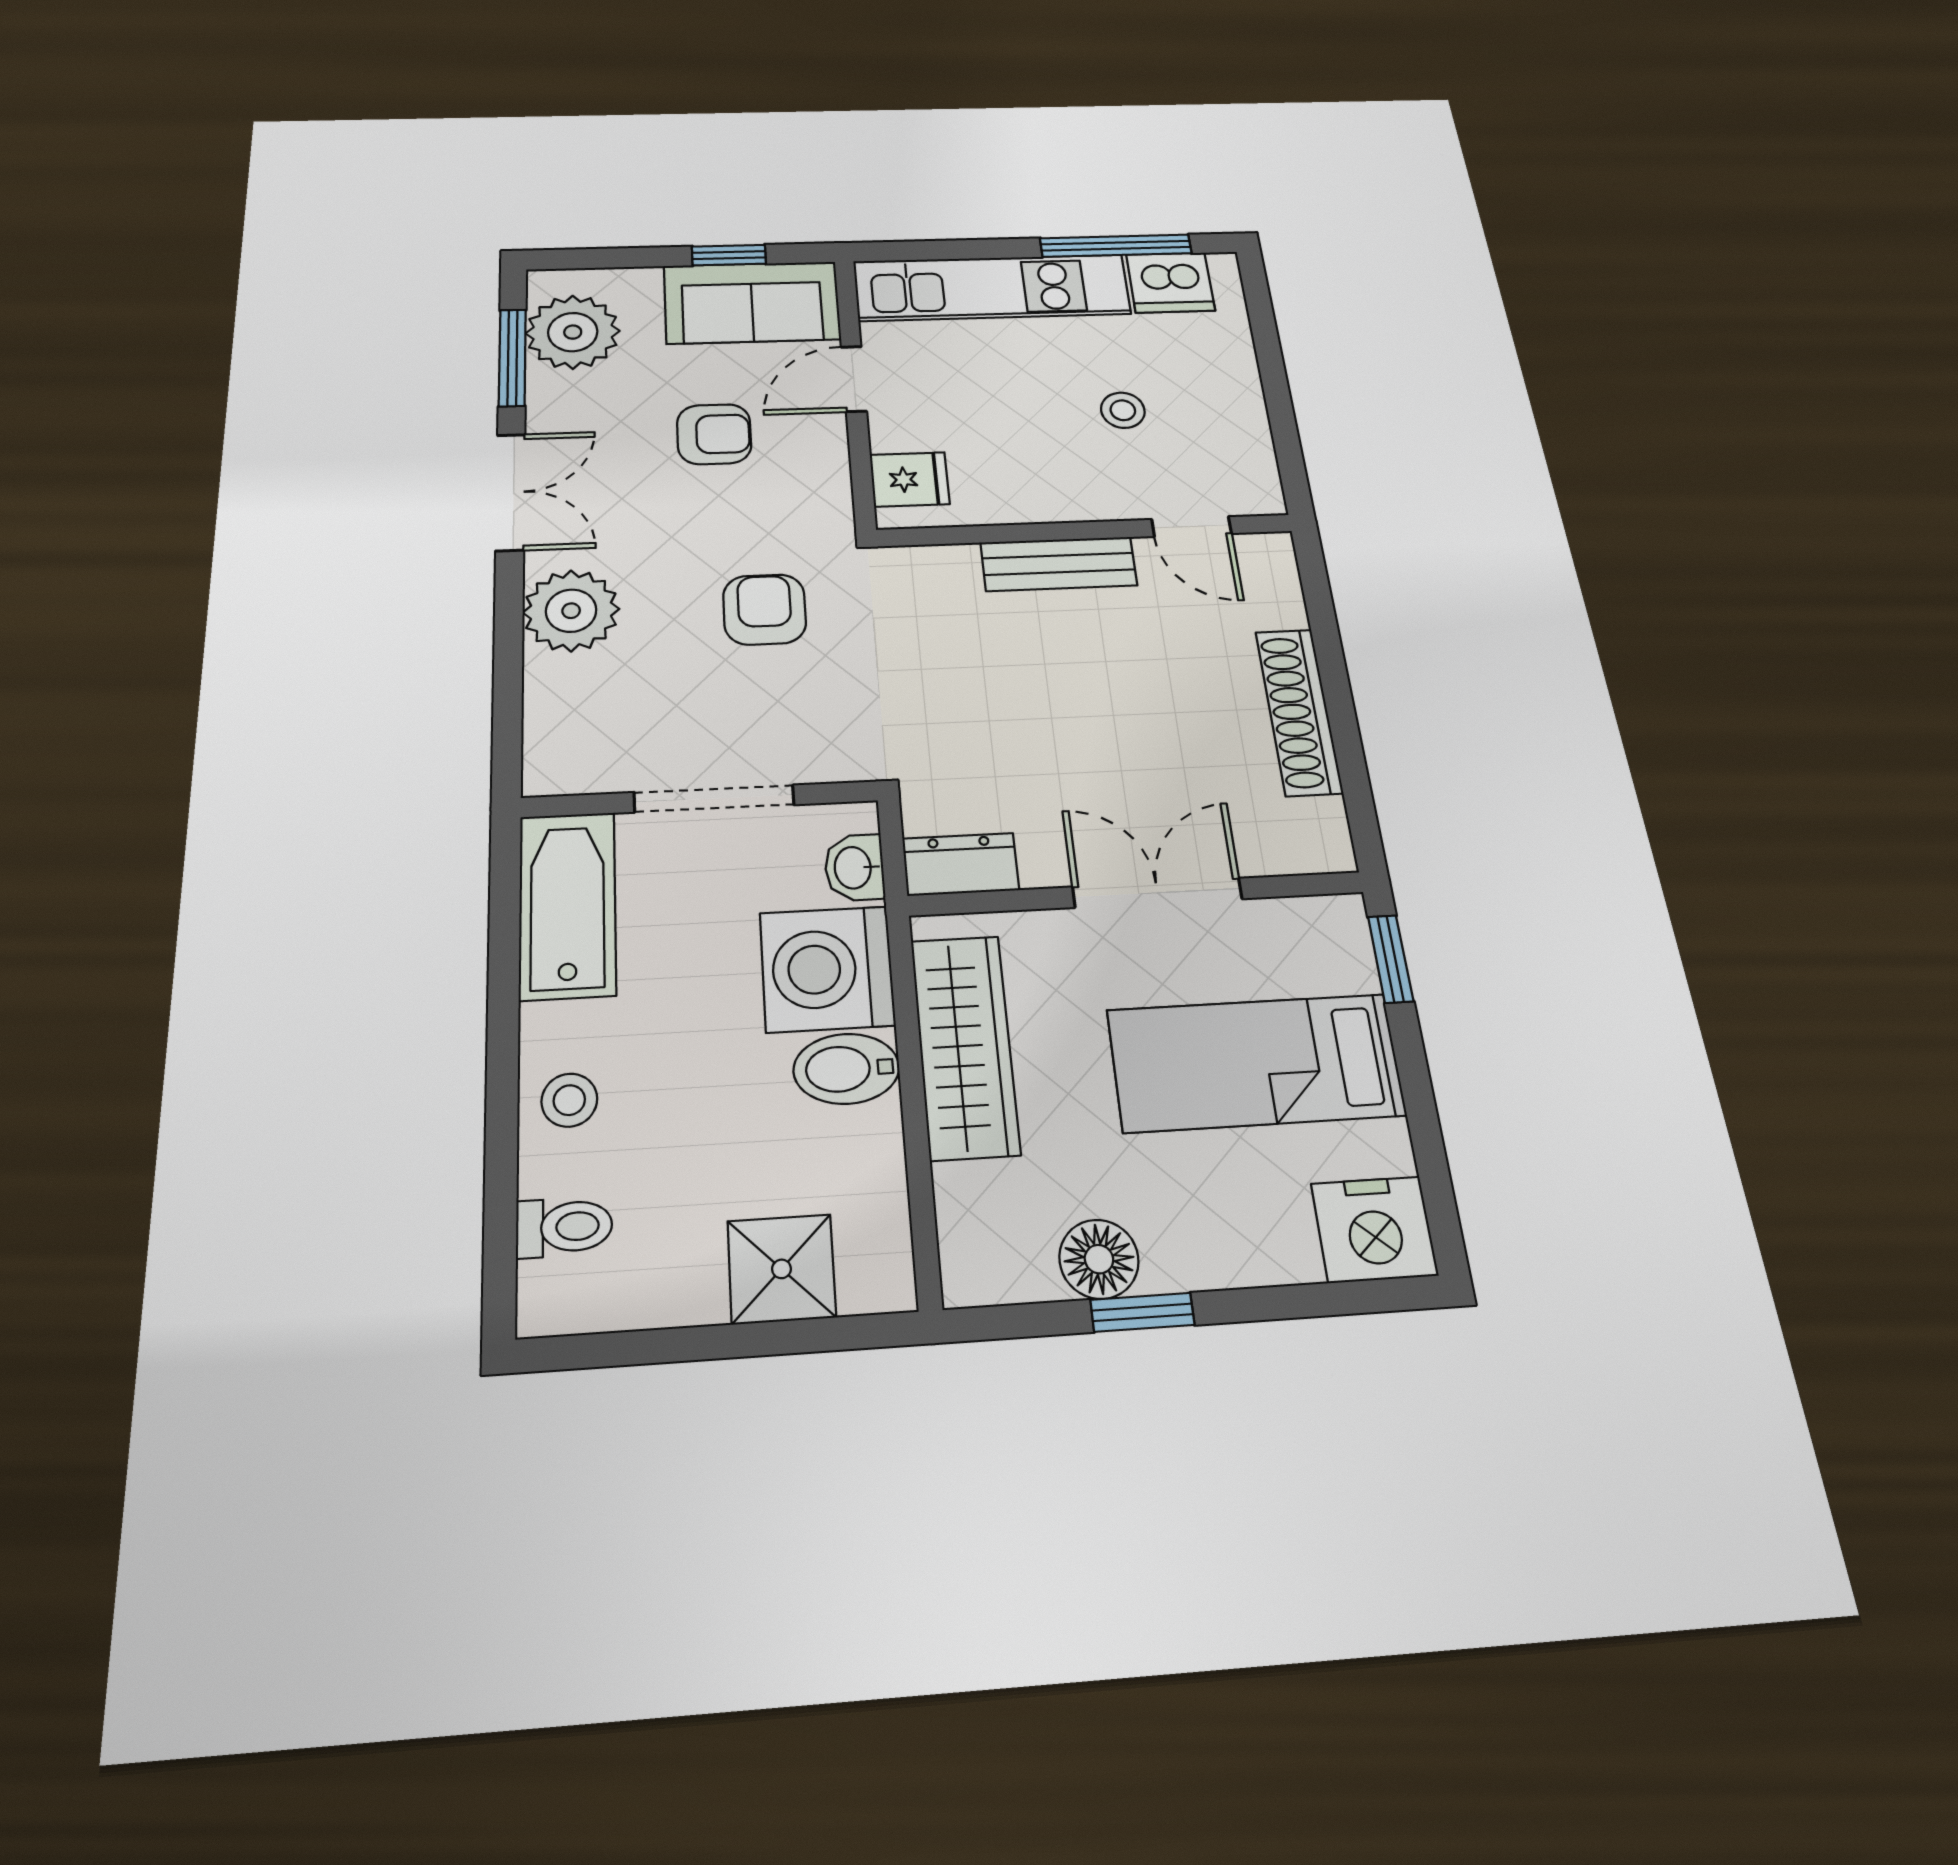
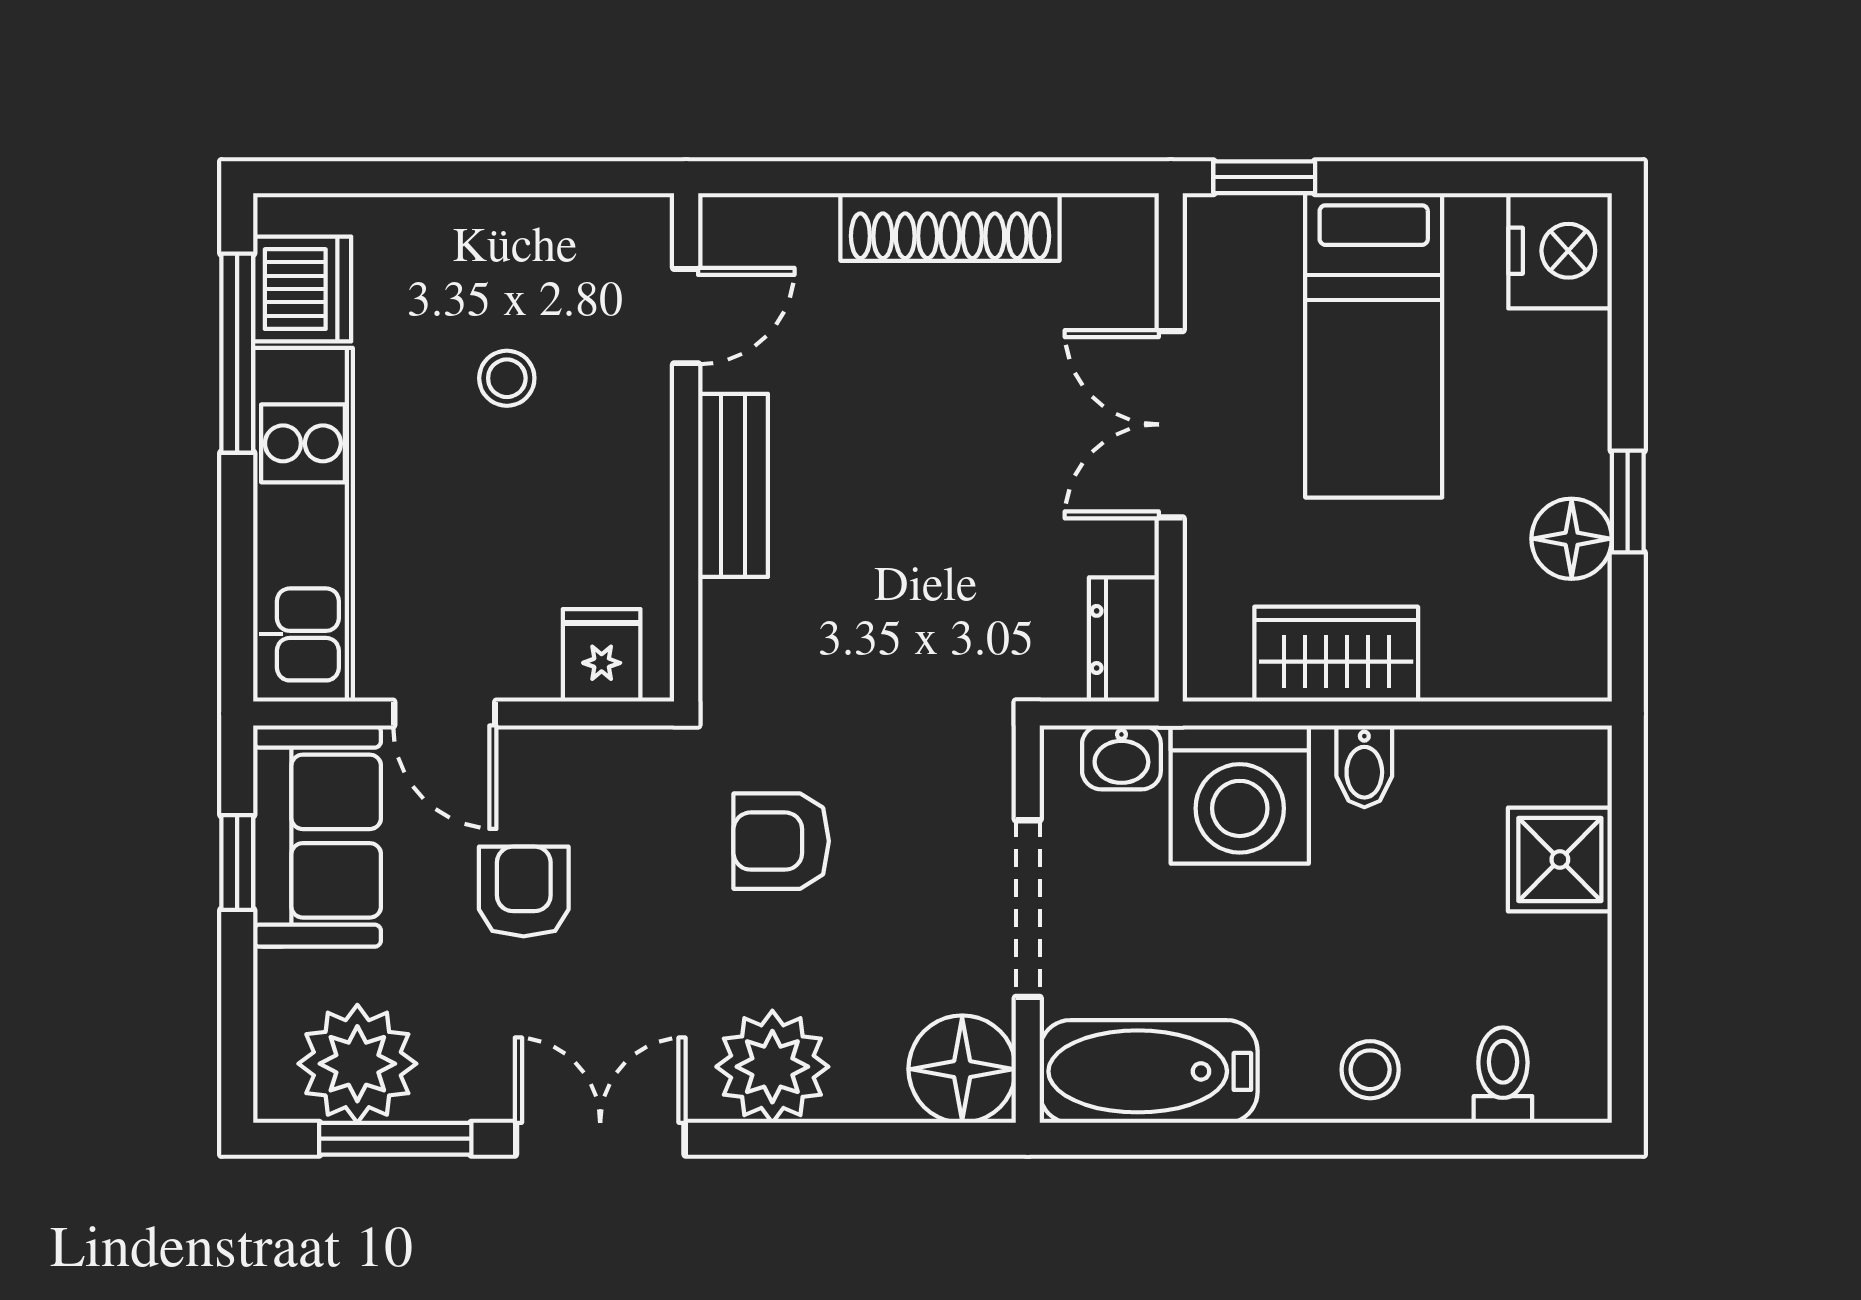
floor lamp: (569, 754) -> (962, 1069), added
wardrobe: (965, 1046) -> (1336, 654), width x0.67
bidet: (846, 1069) -> (1364, 766), width x0.72, depth x0.74

